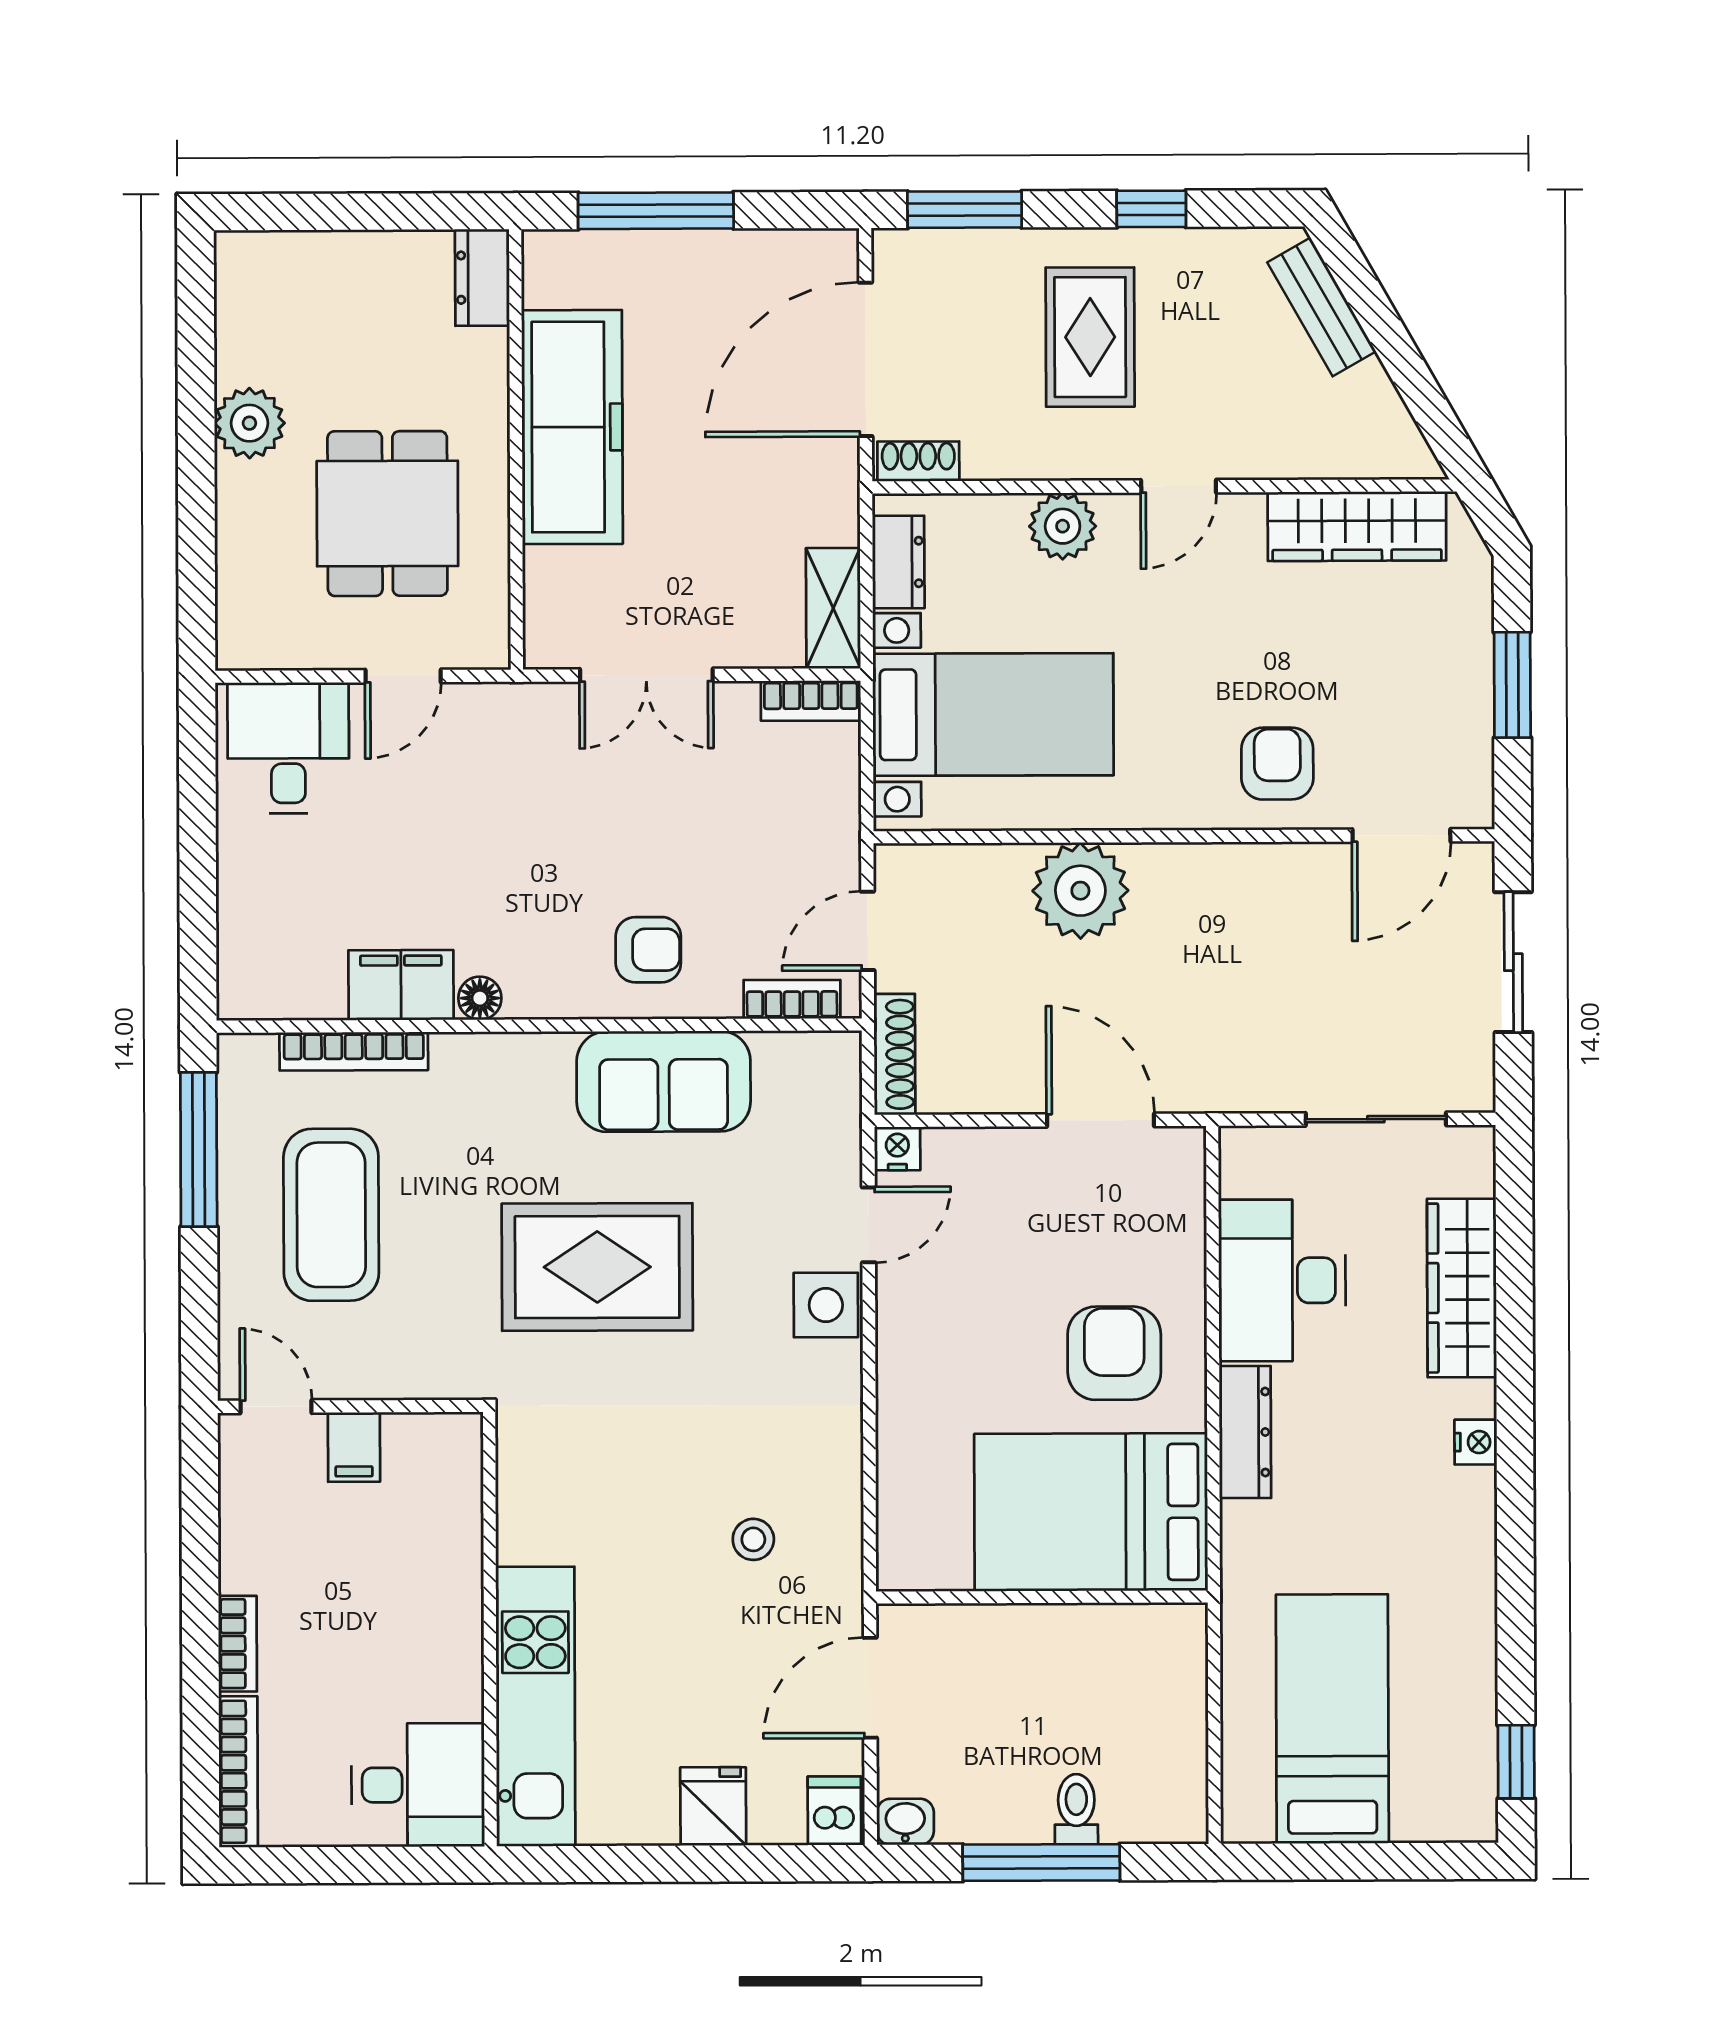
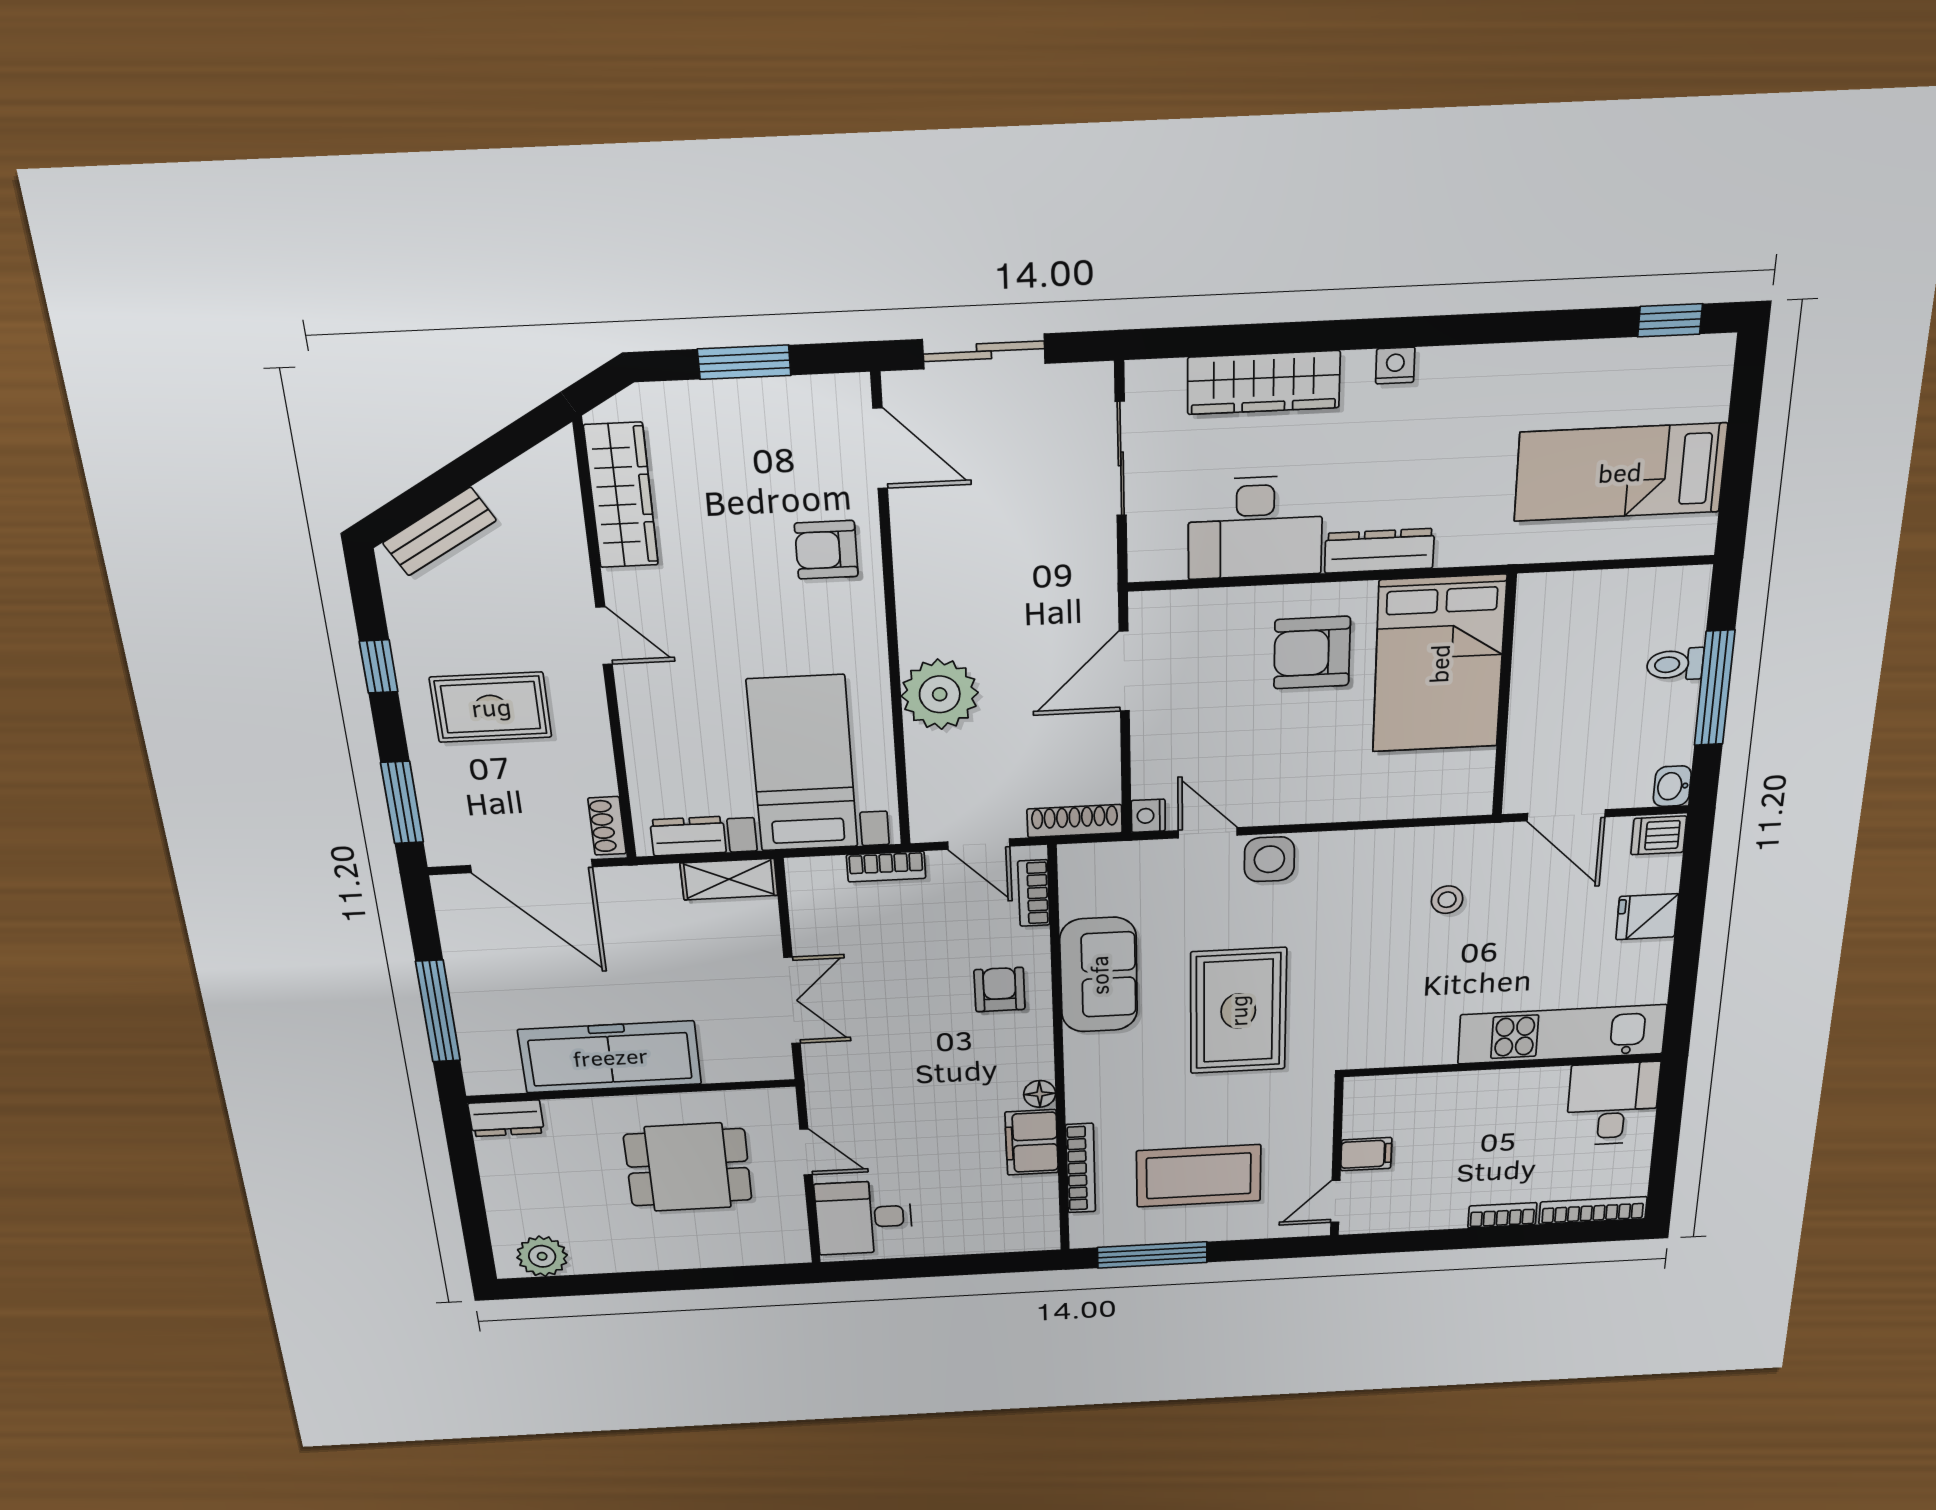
plant: (249, 423) -> (542, 1256), moved
plant: (1063, 526) -> (647, 721), removed
bookcase: (811, 701) -> (886, 867), moved, turned 90

